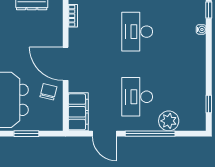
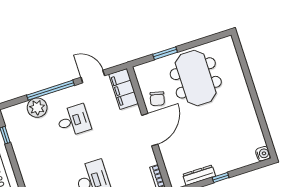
door: (66, 64) -> (150, 130), hinge flipped
desk: (137, 97) -> (74, 121), width x0.73

